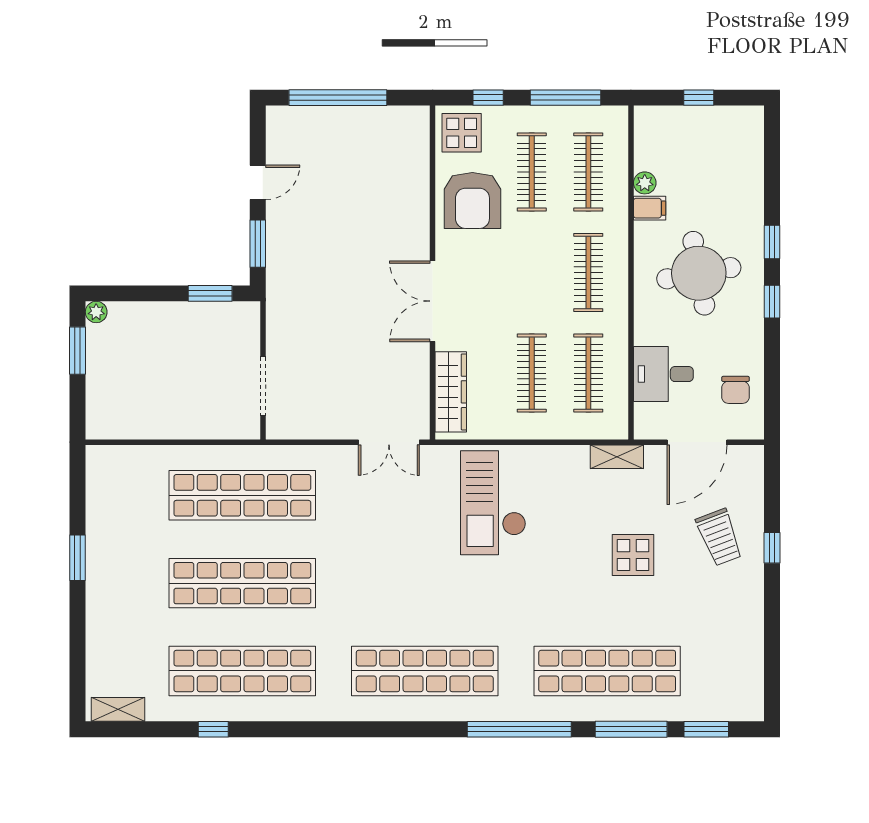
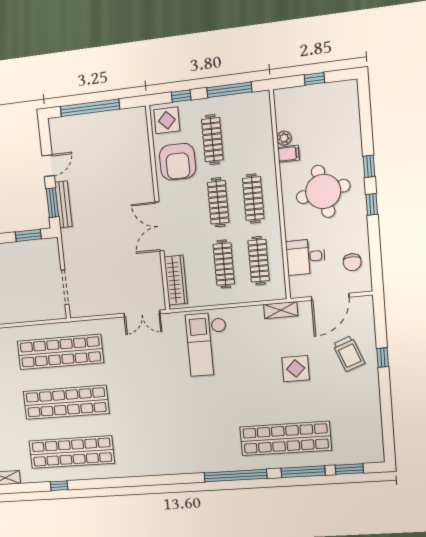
clothes rail: (588, 172) -> (218, 202), moved
bench: (276, 248) -> (63, 204), added
shop shelf: (425, 671) -> (176, 445), removed

